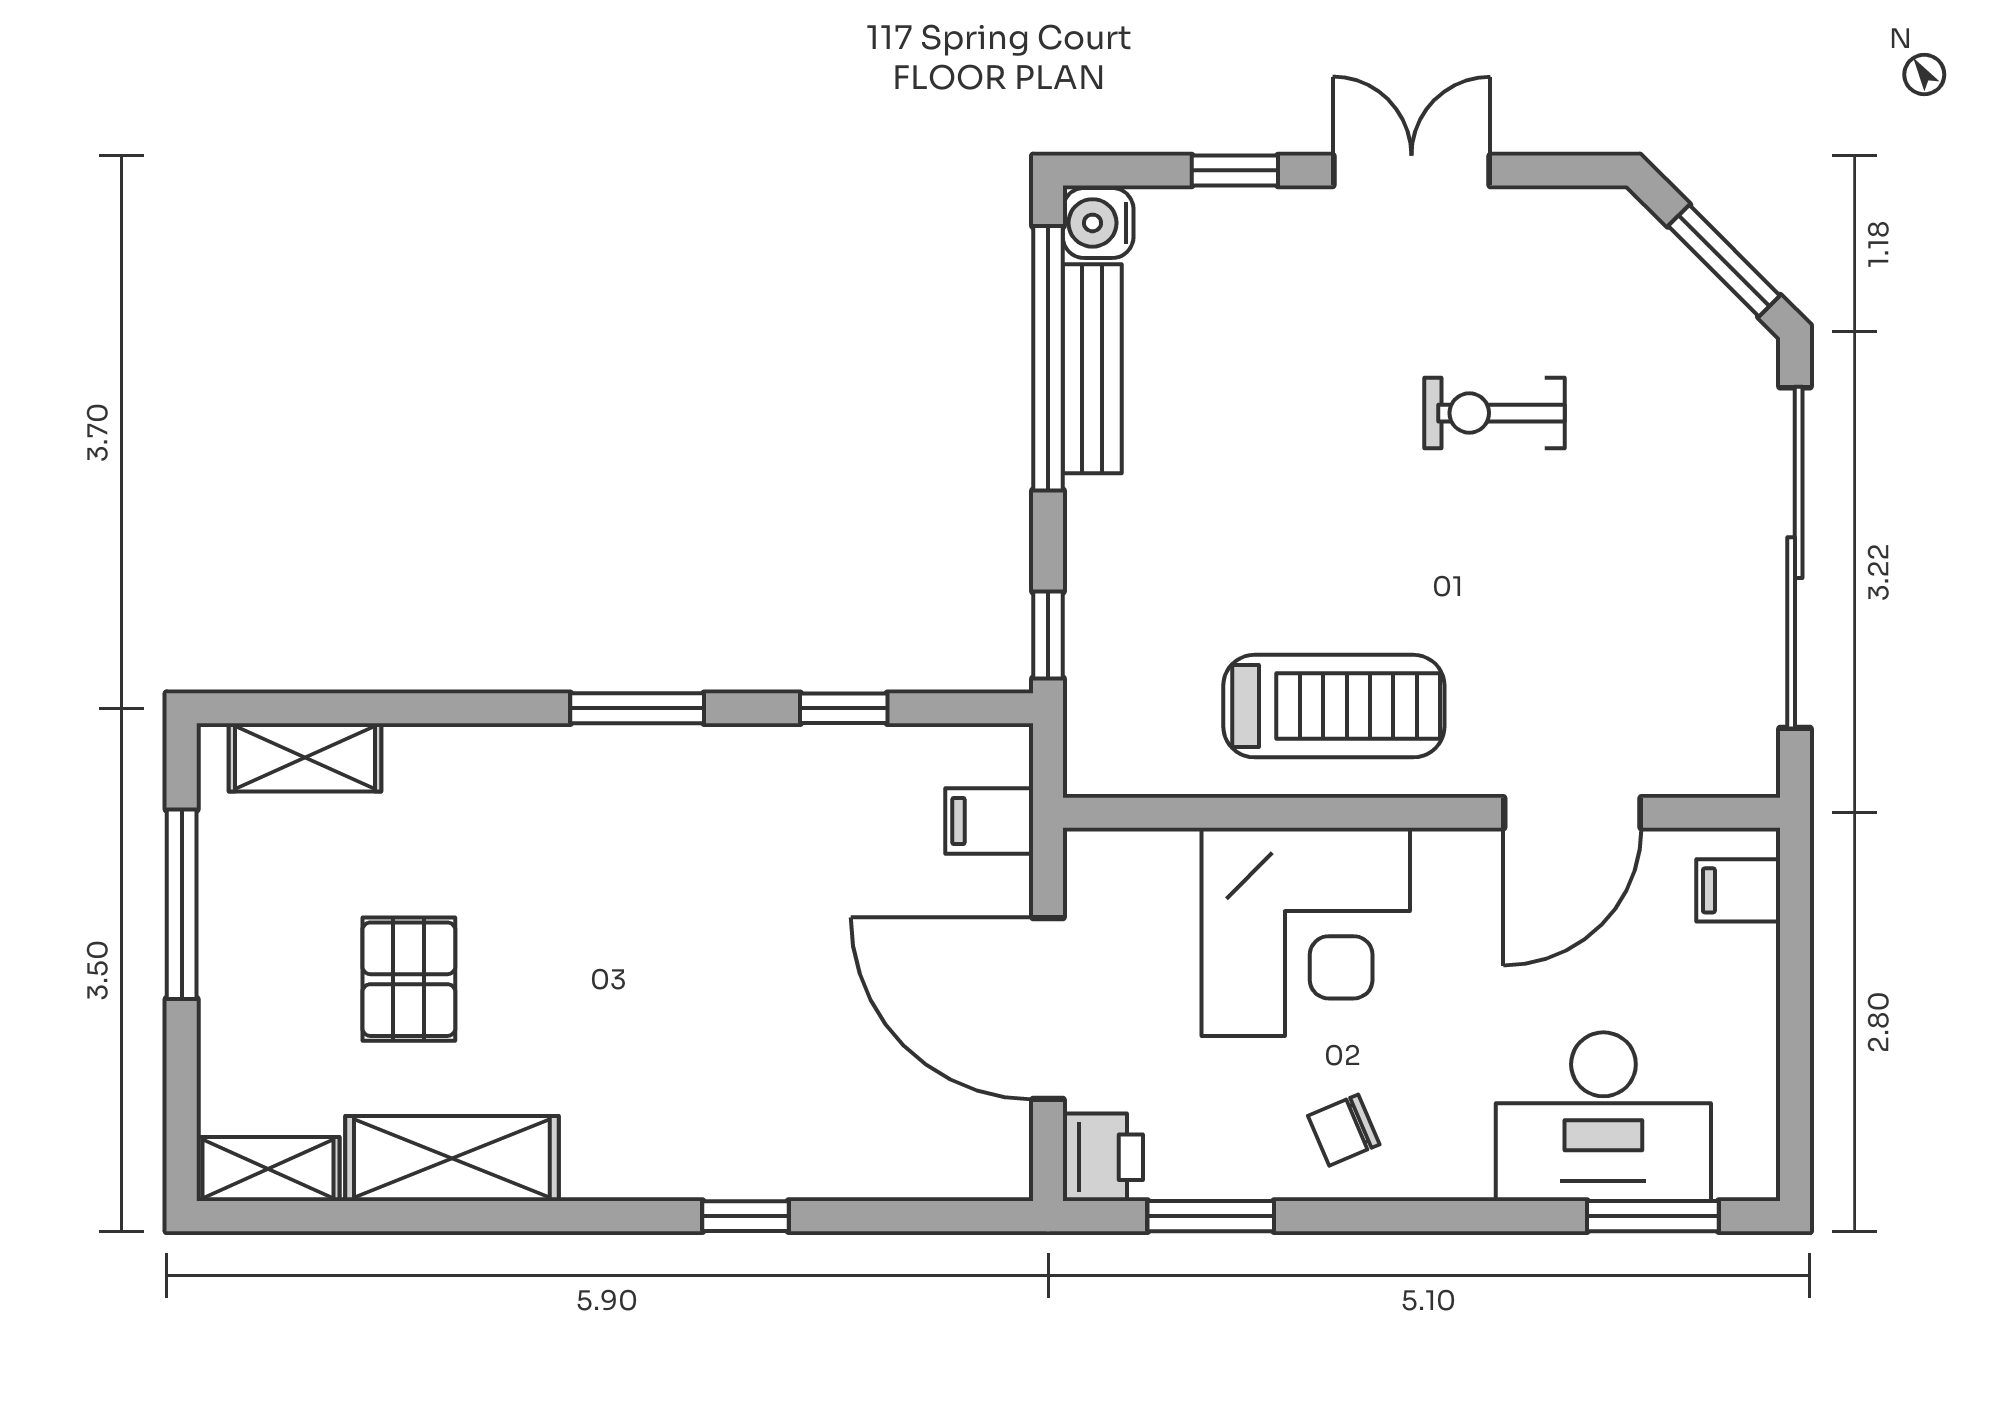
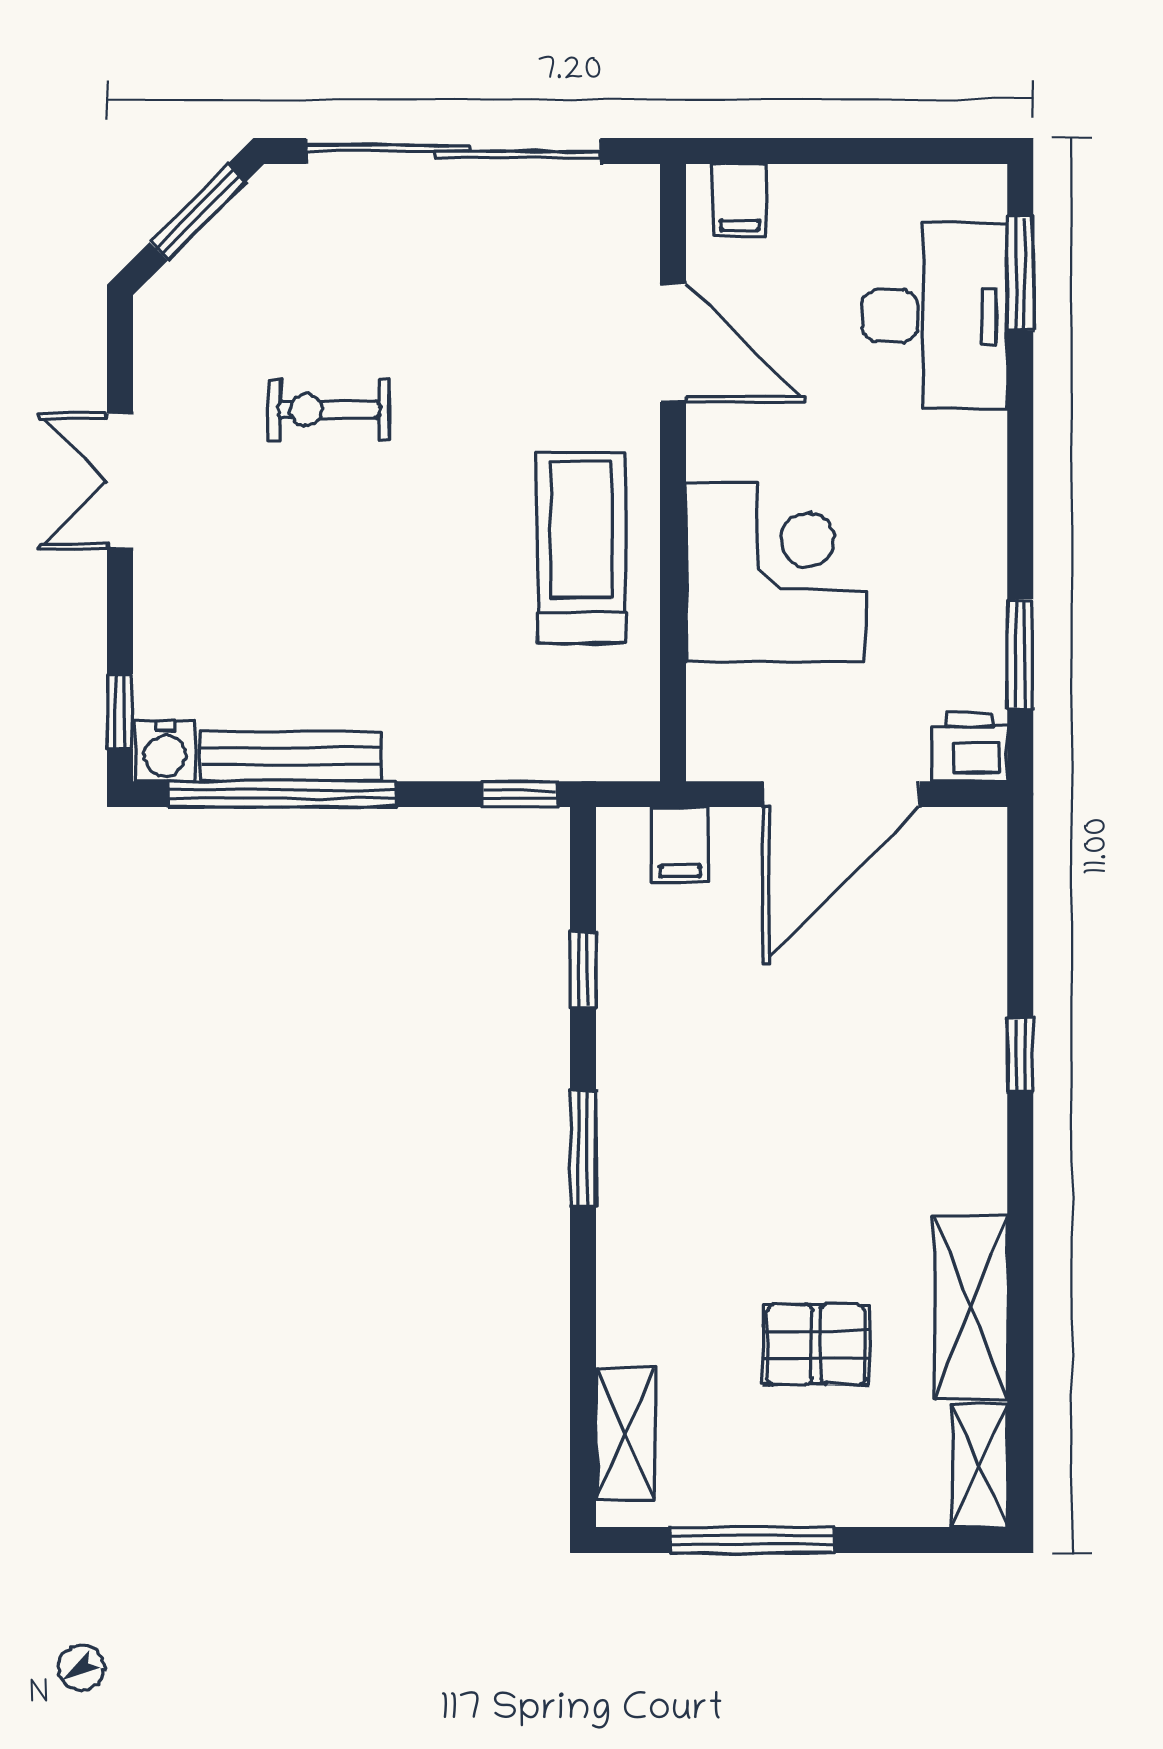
window: (1235, 170) -> (120, 711), moved
exercise bike: (1495, 413) -> (329, 410), turned 90
chair: (1344, 1130) -> (946, 540), removed

